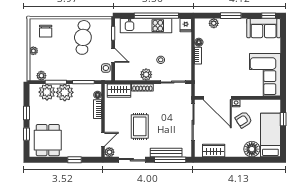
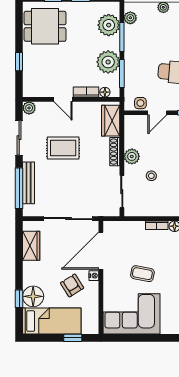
coffee table: (235, 67) -> (142, 274), added
plant: (65, 92) -> (108, 62), moved
door: (103, 139) -> (63, 99), moved
window: (254, 160) -> (19, 299), added

